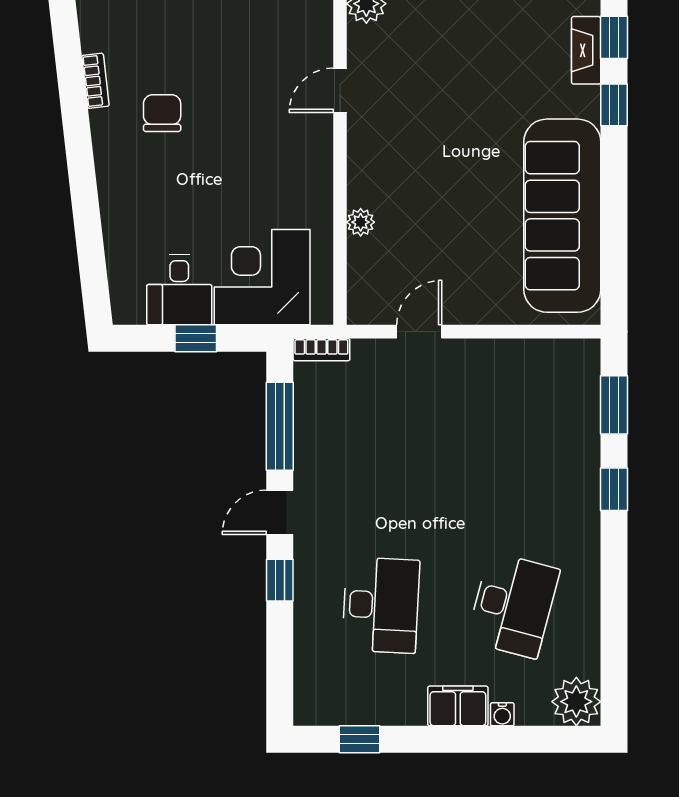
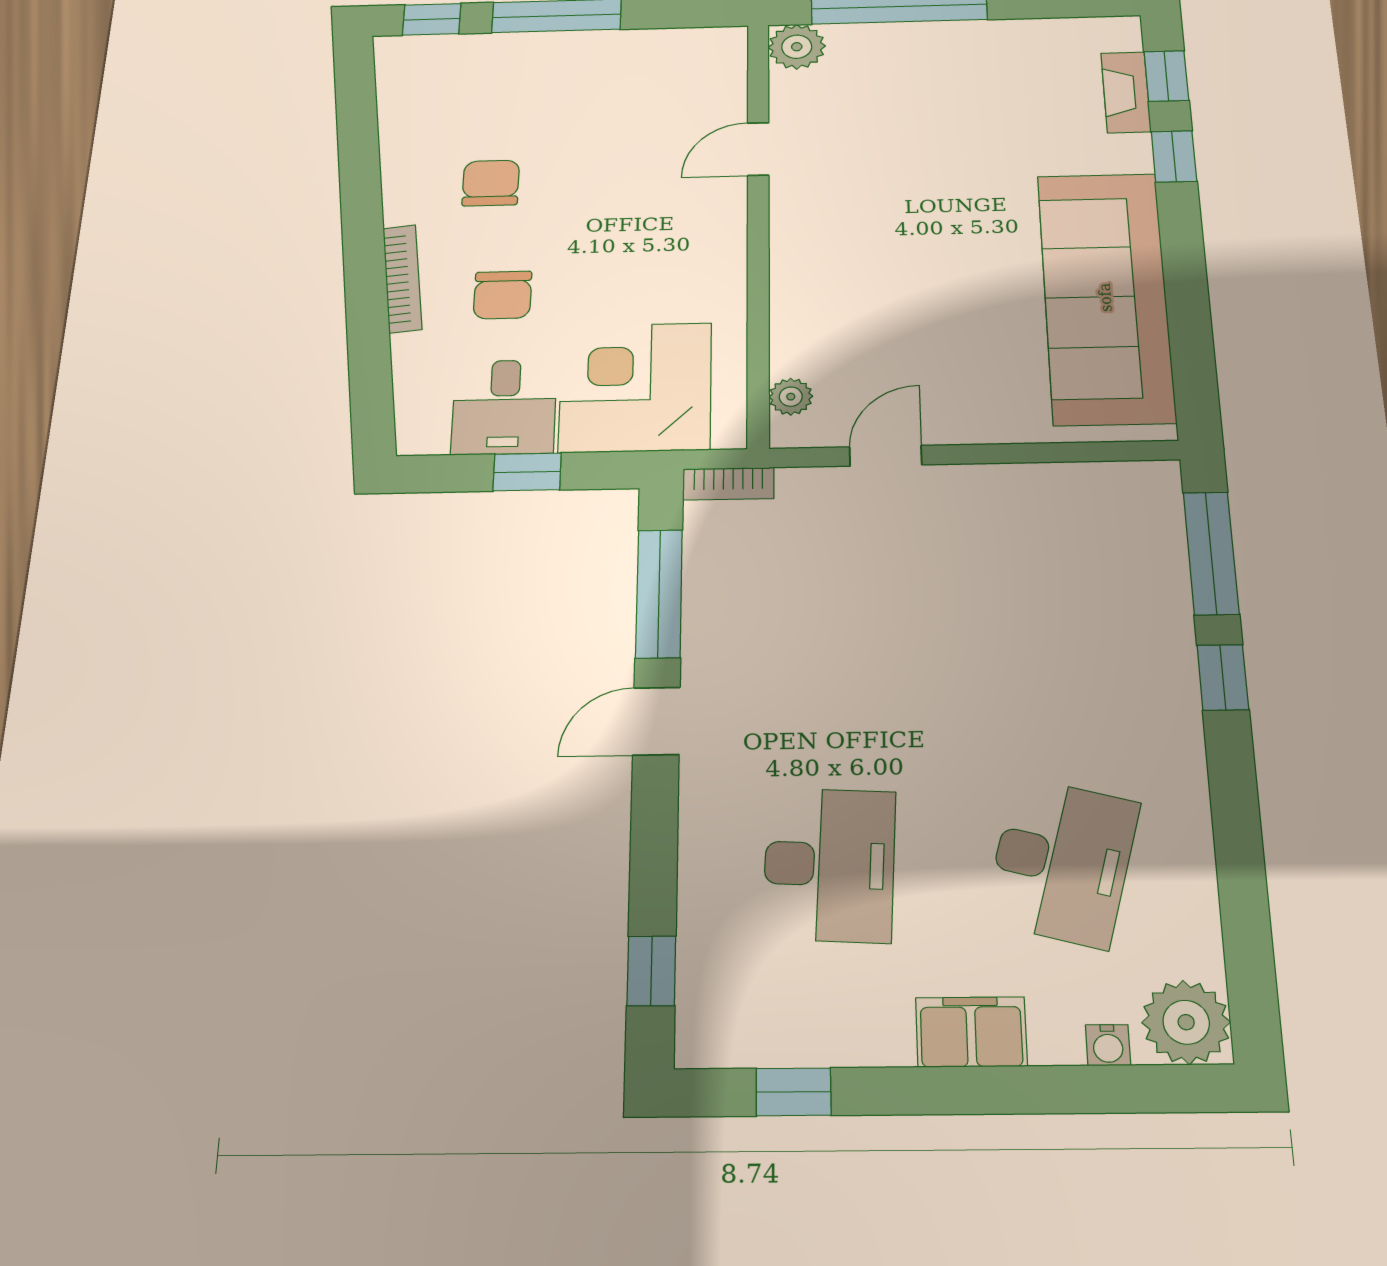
bookcase: (95, 81) -> (402, 279), moved, width x1.56
chair: (174, 204) -> (503, 295), added
plant: (361, 222) -> (791, 397), moved
window: (614, 405) -> (1211, 553), width x1.44
window: (280, 580) -> (651, 971), moved
water cooler: (502, 714) -> (1108, 1045), moved

